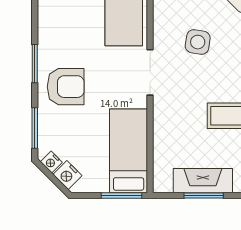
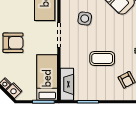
fireplace: (203, 181) -> (67, 84), moved, turned 90

